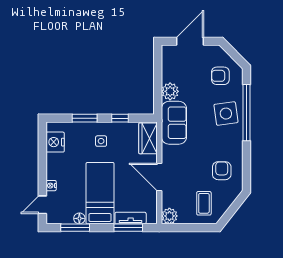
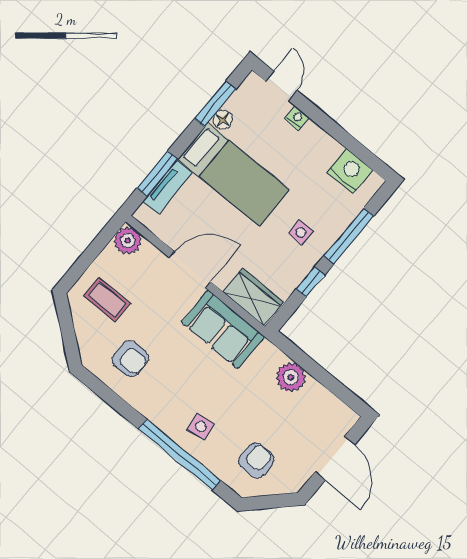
side table: (226, 114) -> (201, 427), width x0.54, depth x0.54
window: (85, 118) -> (349, 236), width x1.44
sofa: (174, 123) -> (223, 329), moved

